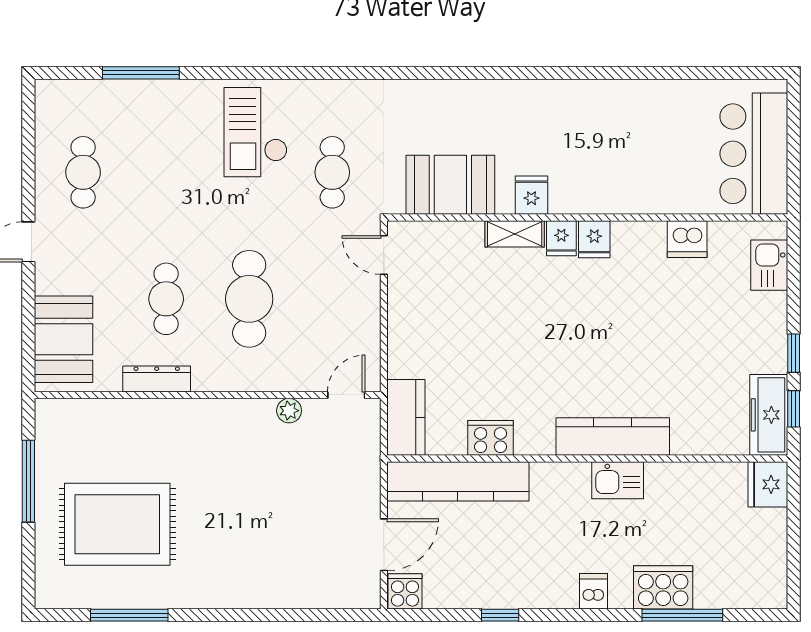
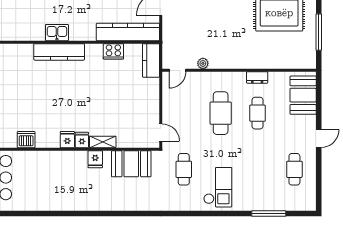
dresser: (157, 379) -> (257, 77), width x0.70

